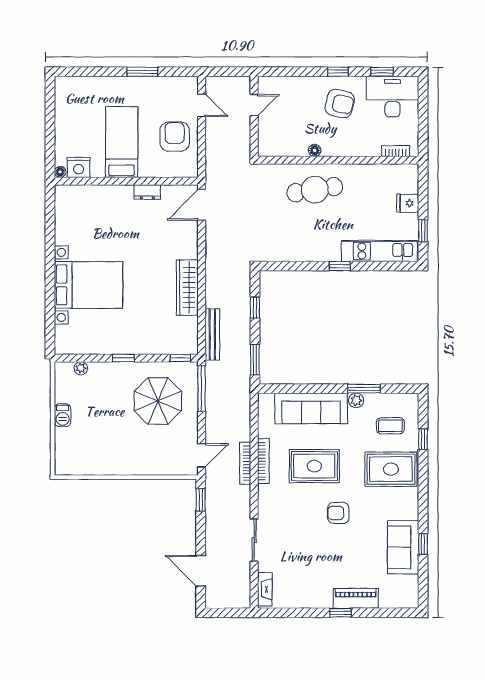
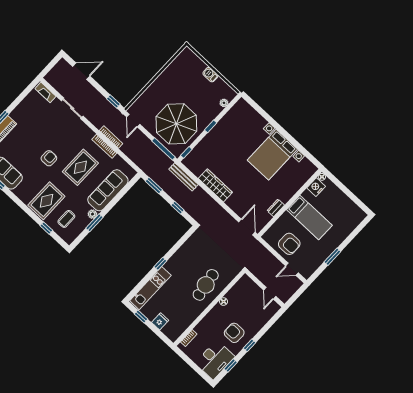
armchair: (340, 104) -> (234, 333), turned 77
bed with nightstands: (89, 285) -> (272, 155), moved
parasol: (158, 401) -> (176, 124), width x1.36, depth x1.36

